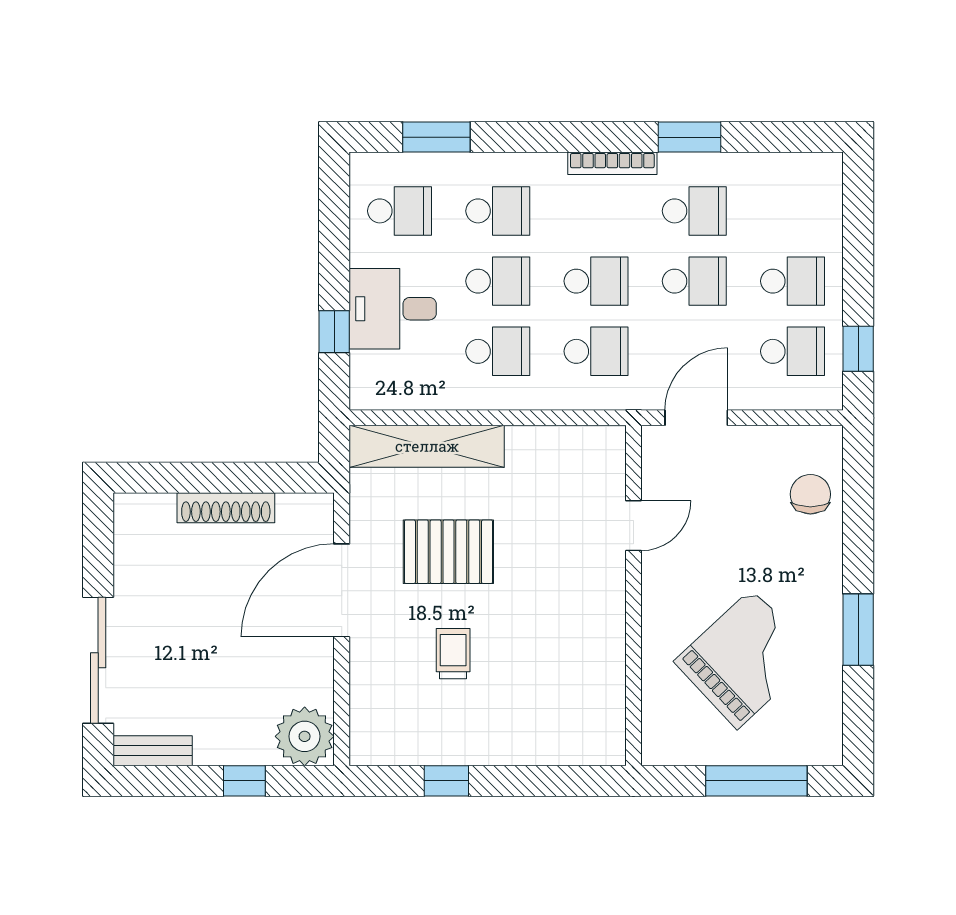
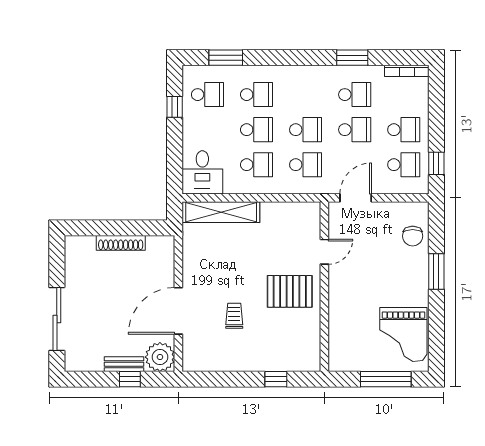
bookcase: (612, 163) -> (407, 71), moved
desk: (393, 309) -> (202, 172), moved, turned -90
window: (334, 332) -> (175, 107), moved
chair: (810, 494) -> (413, 236), turned 180
pallet: (448, 552) -> (290, 291), moved
door: (342, 590) -> (178, 311), moved
window: (858, 630) -> (436, 272), moved
grand piano: (745, 659) -> (403, 335), moved, turned 133
bench: (153, 751) -> (124, 364), moved
window: (446, 781) -> (276, 379), moved

